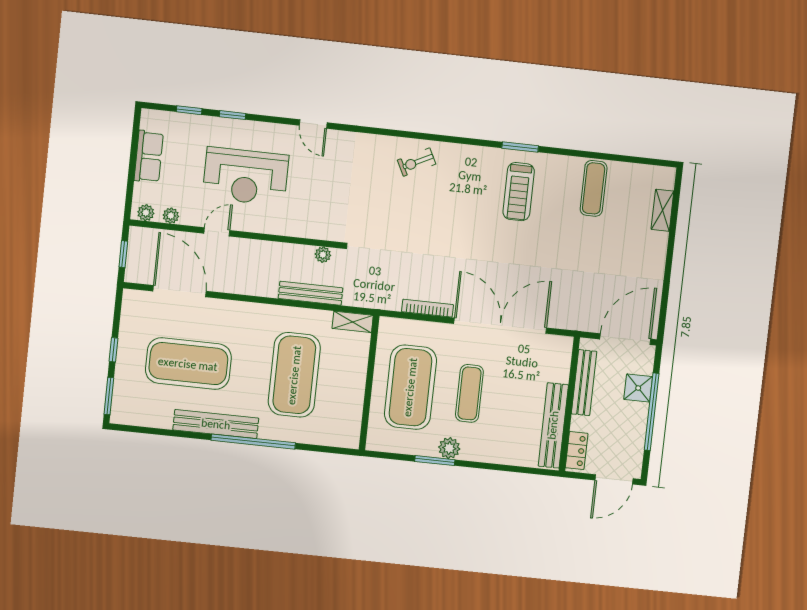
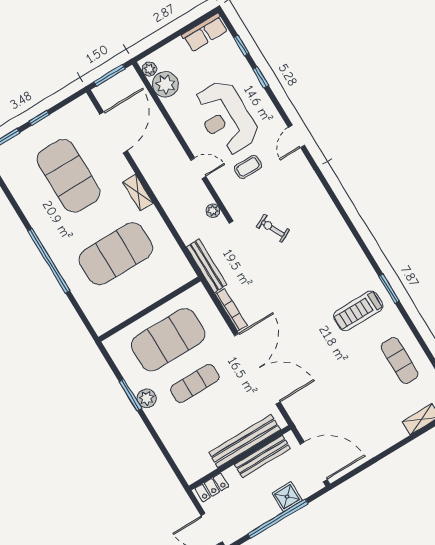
row of seats: (149, 156) -> (205, 33), moved
exercise bike: (417, 162) -> (273, 228), moved
exercise mat: (594, 188) -> (400, 360), turned 90
coffee table: (307, 191) -> (248, 167), added
plant: (171, 216) -> (165, 84), width x1.88, depth x1.88
door: (217, 232) -> (198, 168), moved
window: (123, 254) -> (110, 75), width x1.50
bench: (311, 293) -> (207, 266), moved
shelving: (353, 322) -> (138, 192), moved
bench: (216, 424) -> (41, 226), removed
bench: (553, 425) -> (245, 441), moved

